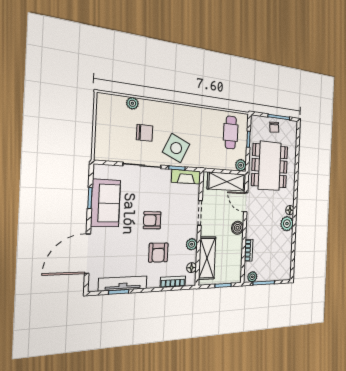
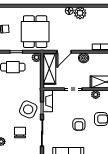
dining table: (270, 166) -> (35, 32), width x0.73

